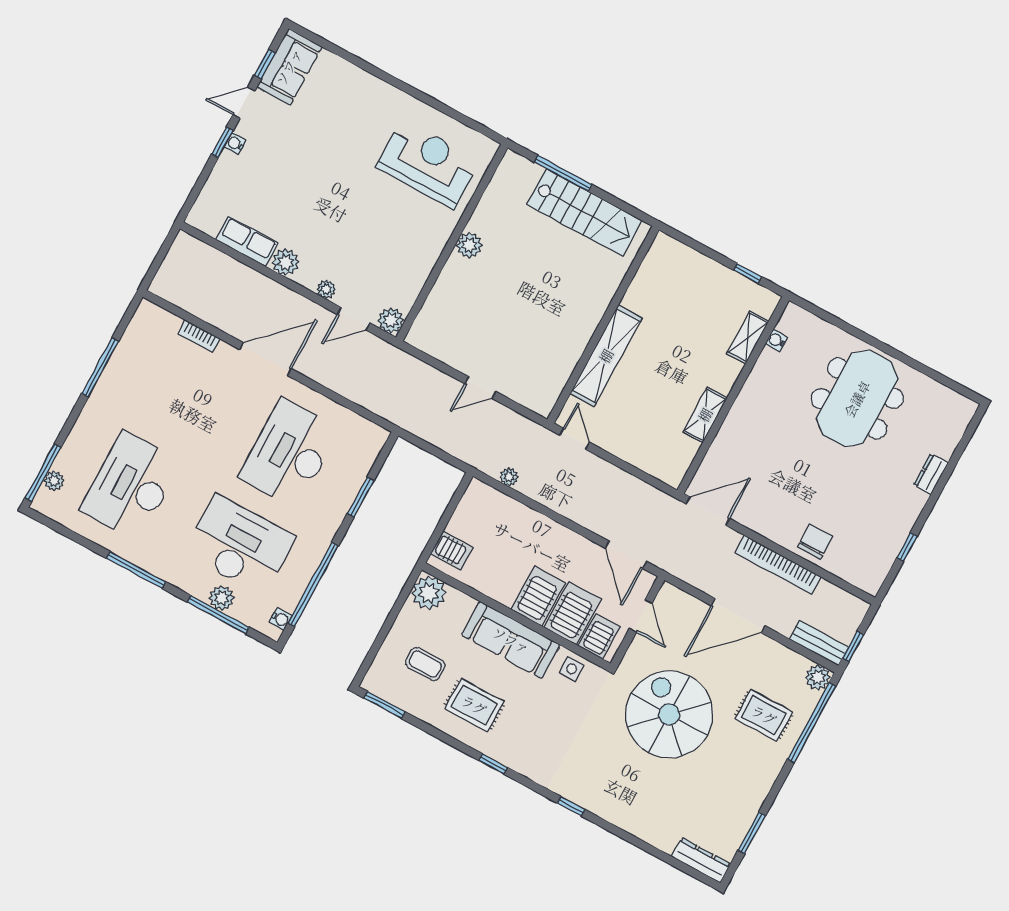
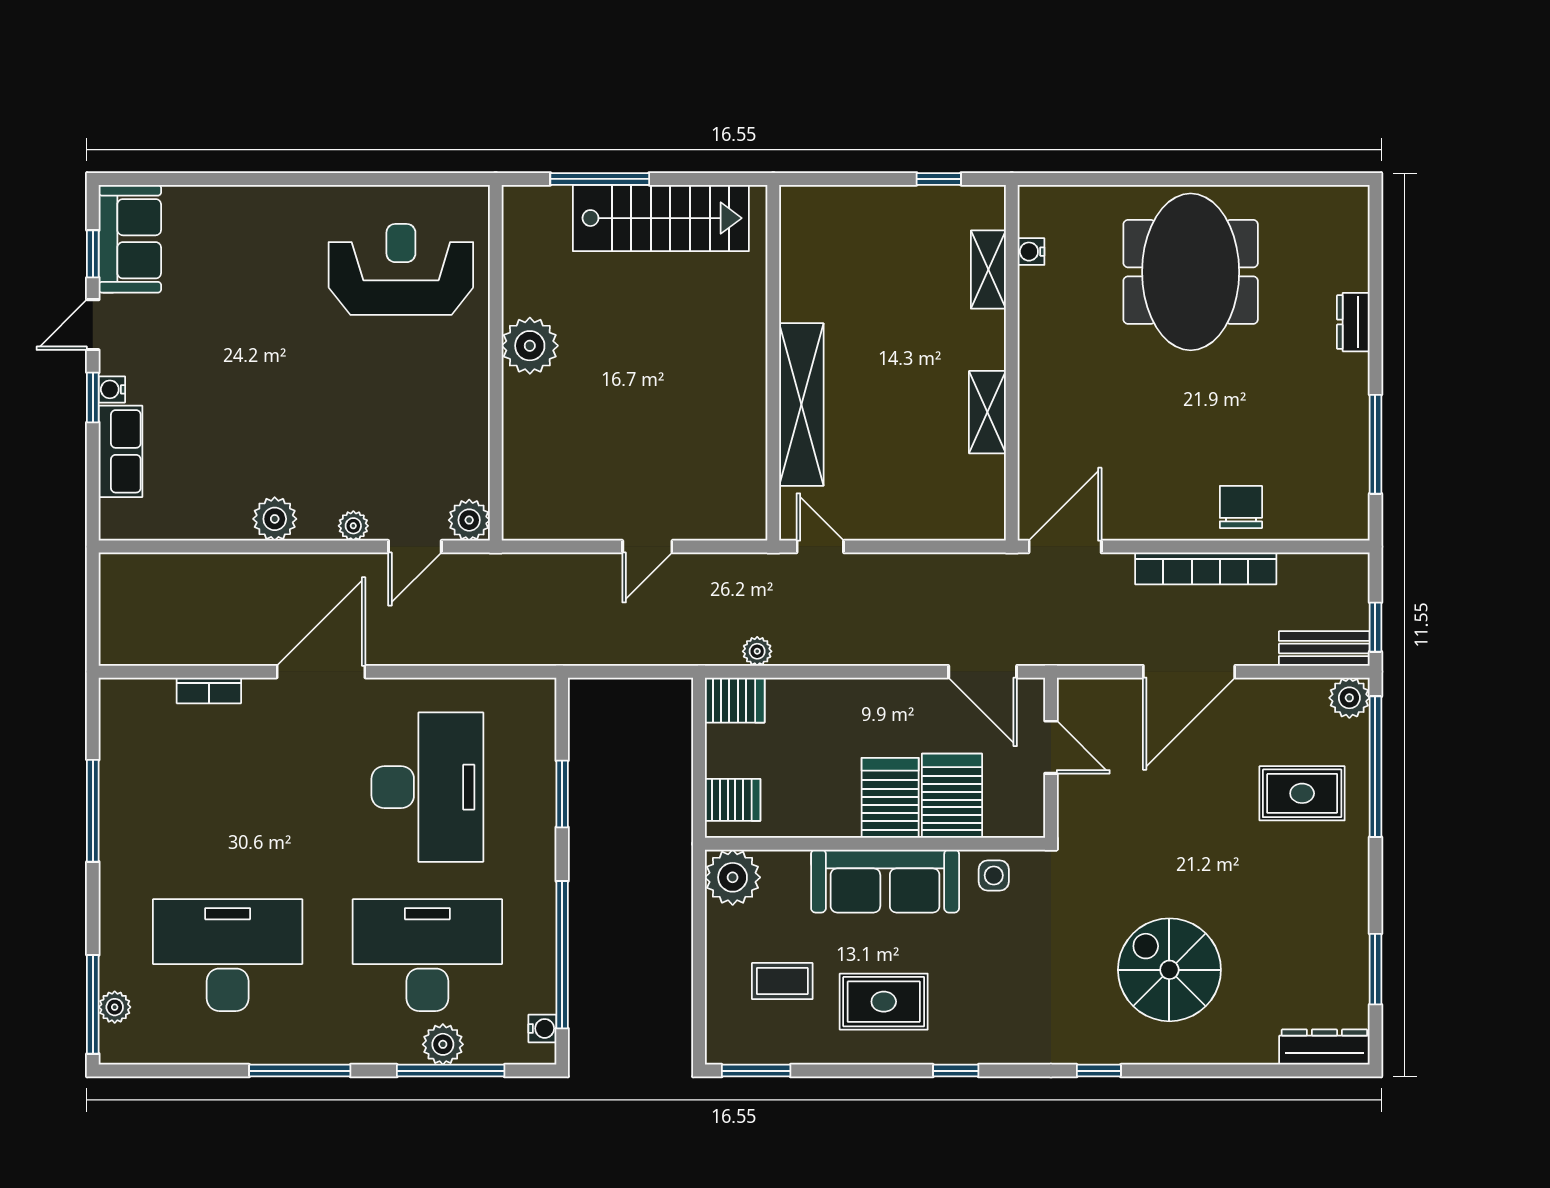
row of seats: (247, 241) -> (121, 451), moved, turned 90
plant: (469, 245) -> (530, 346), width x1.36, depth x1.36
desk: (289, 453) -> (427, 787), turned 180
desk: (131, 486) -> (228, 955), turned 90
window: (907, 547) -> (1375, 444), width x2.17
server rack: (599, 636) -> (735, 700), moved, turned 90
spiral stairs: (669, 715) -> (1169, 970), moved, width x0.73, depth x0.73

